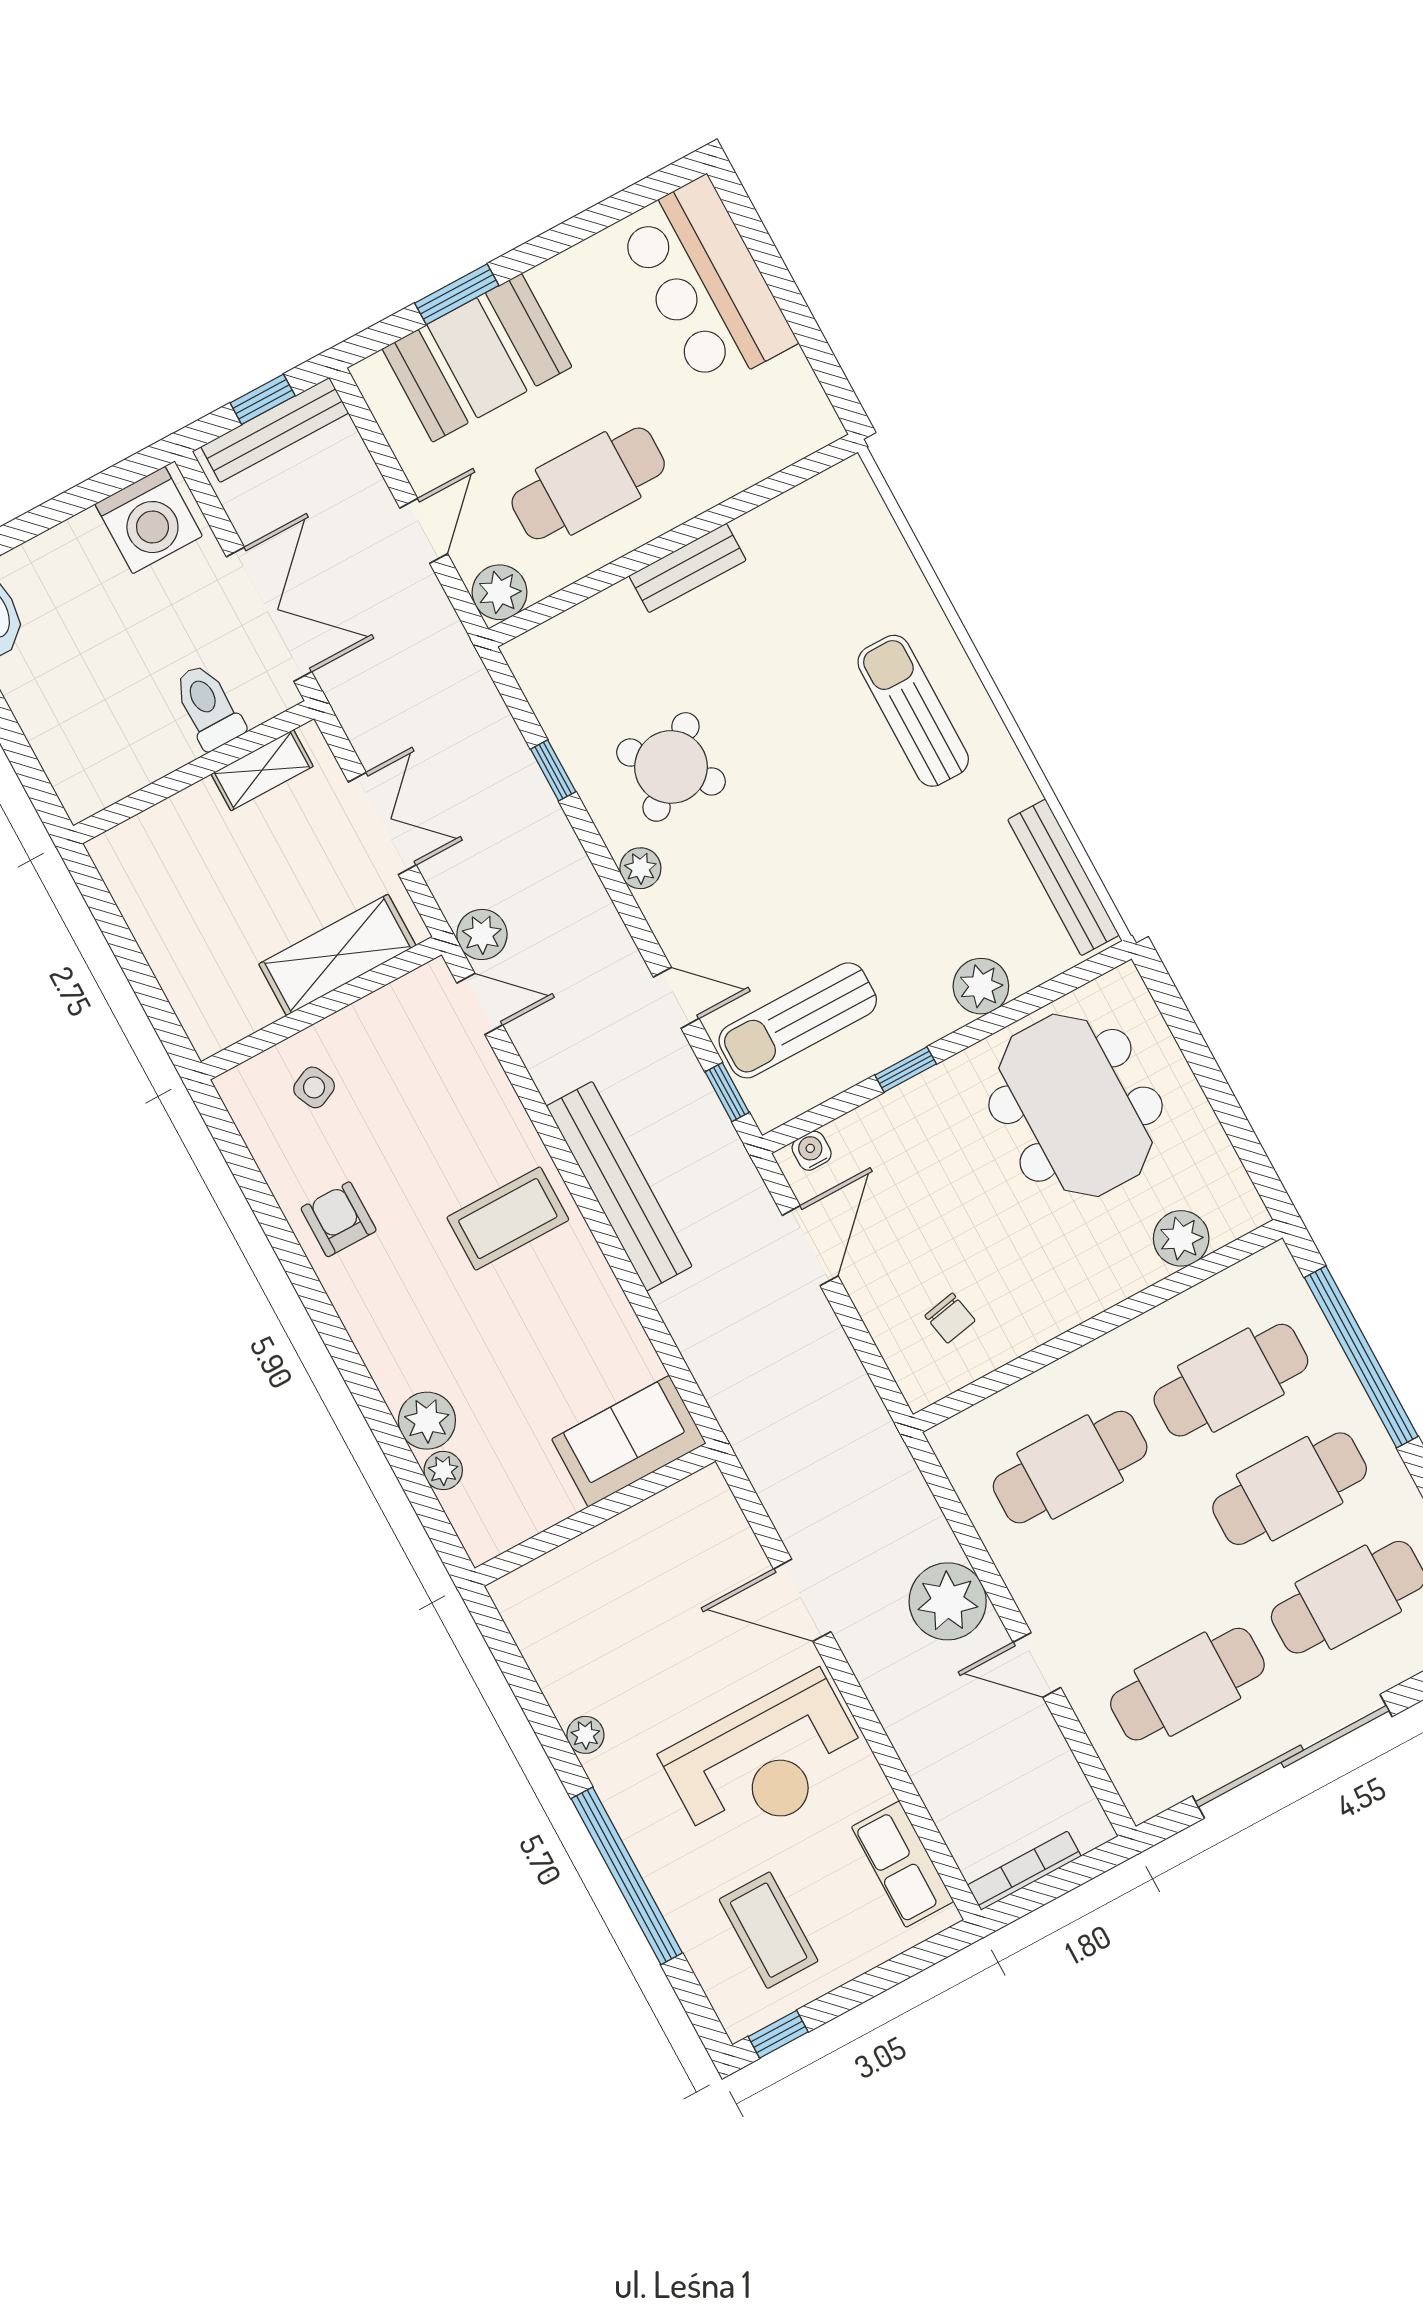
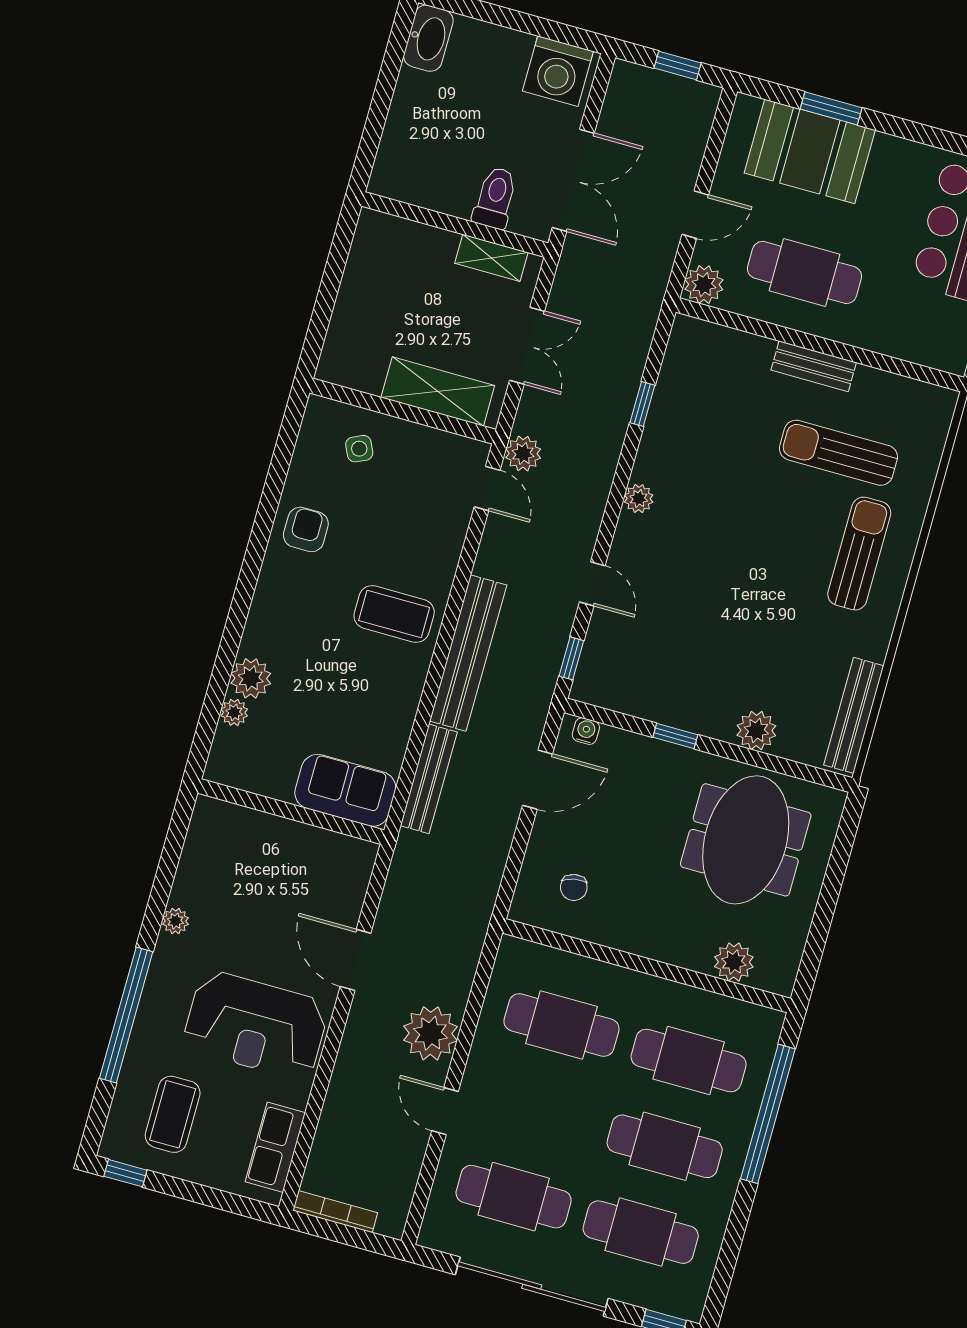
bench: (275, 430) -> (429, 779), moved, turned 90
round table: (671, 767) -> (705, 461), removed
sun lounger: (798, 1020) -> (838, 453), moved

